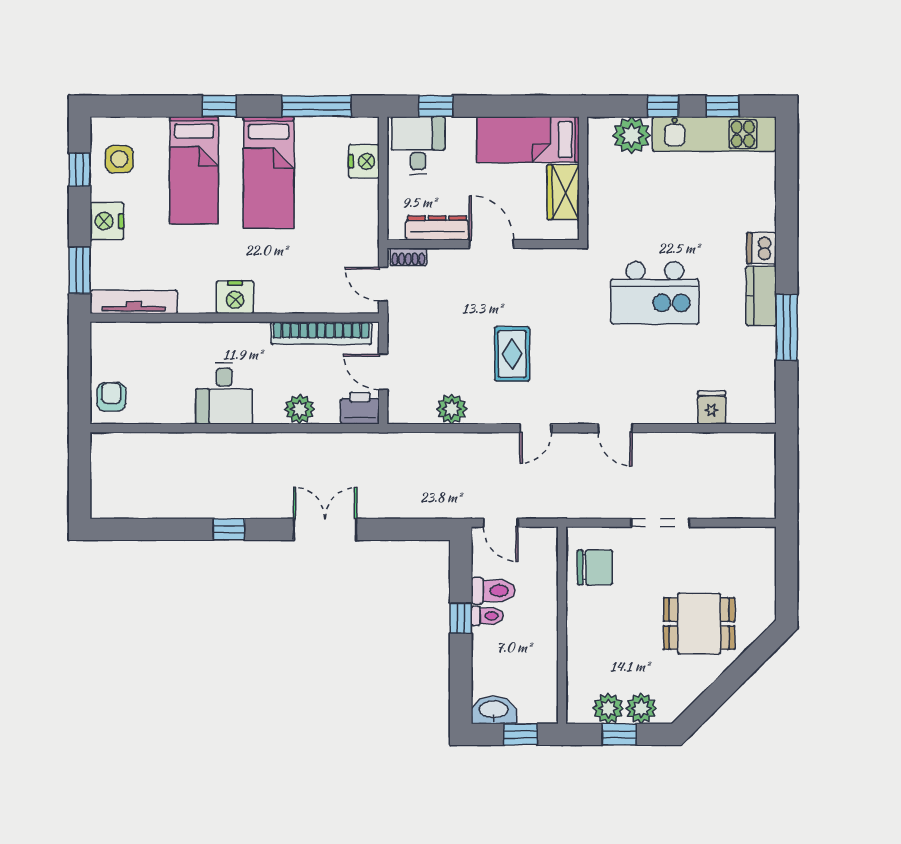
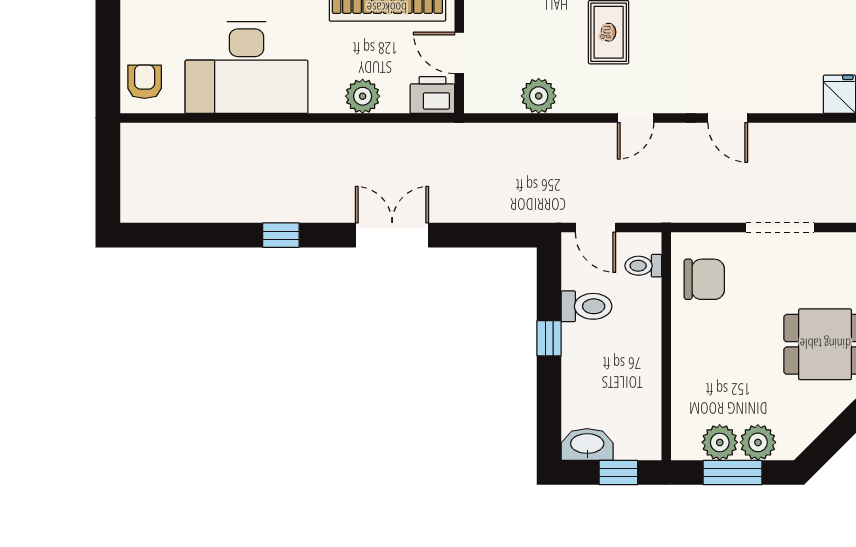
desk: (224, 394) -> (246, 68), width x1.87, depth x1.30
toilet: (487, 616) -> (643, 266), moved, turned 180
window: (619, 734) -> (733, 473), width x1.50

